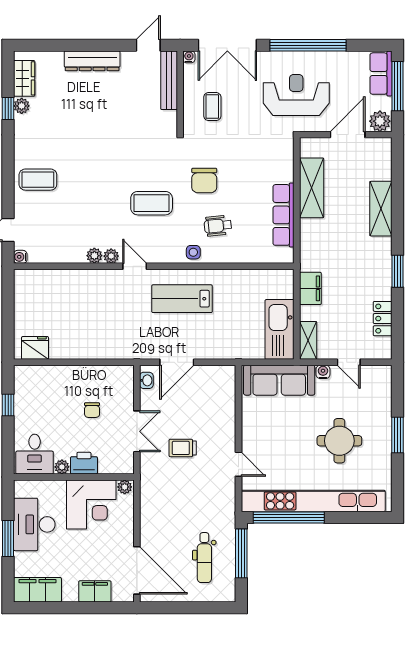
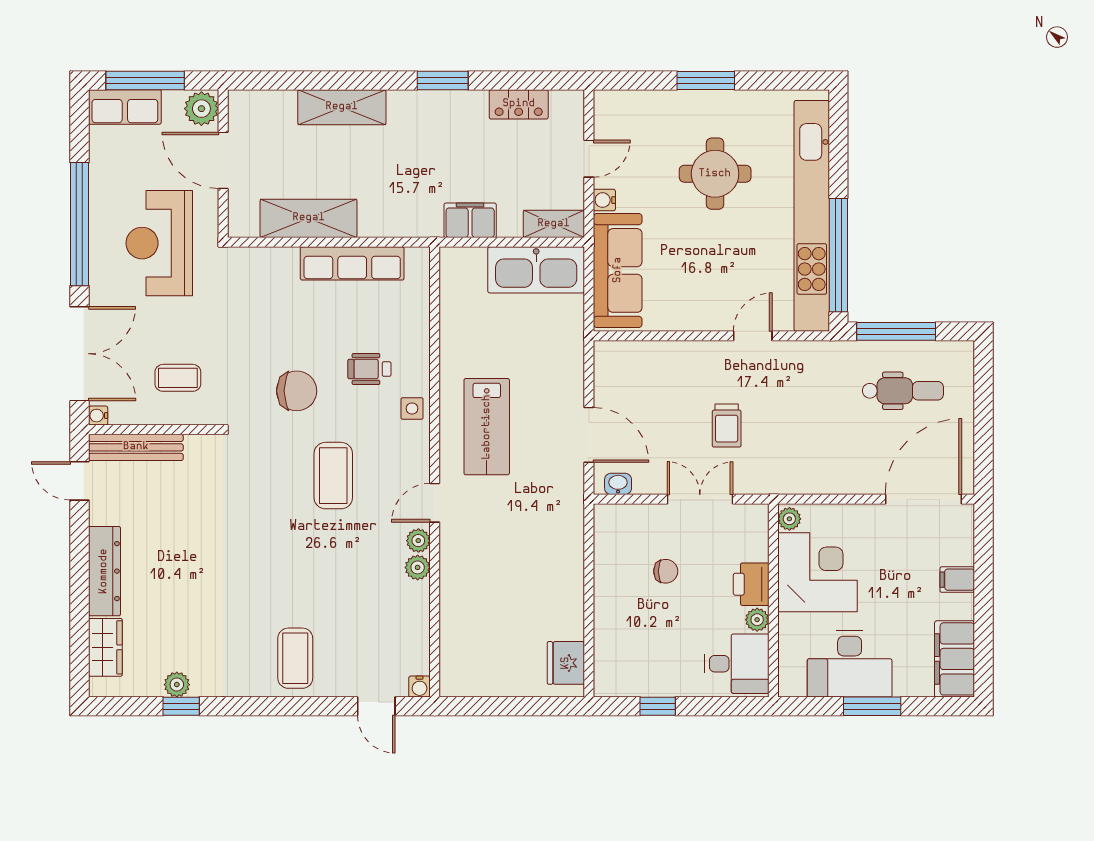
wardrobe: (24, 78) -> (105, 647), moved, turned 90
wheelchair: (218, 226) -> (369, 369), turned 96
filing cabinet: (95, 591) -> (957, 580), width x0.50

